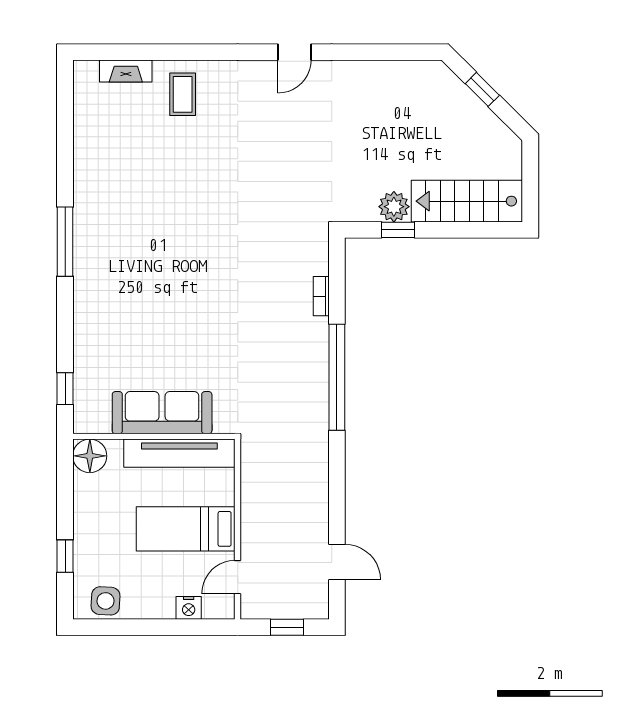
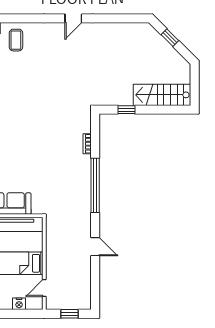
plant: (394, 207) -> (125, 98), removed
door: (337, 562) -> (95, 247), moved

